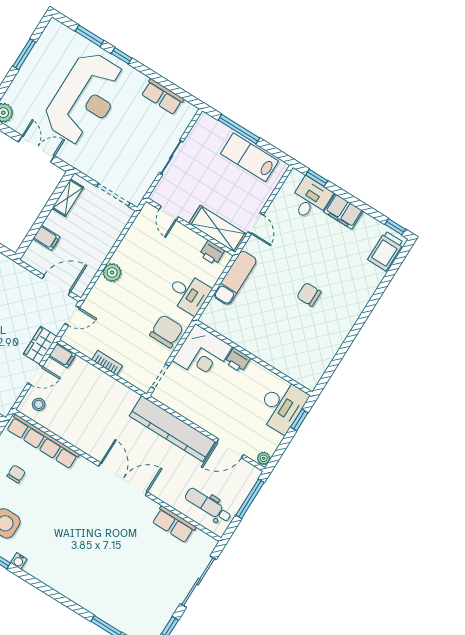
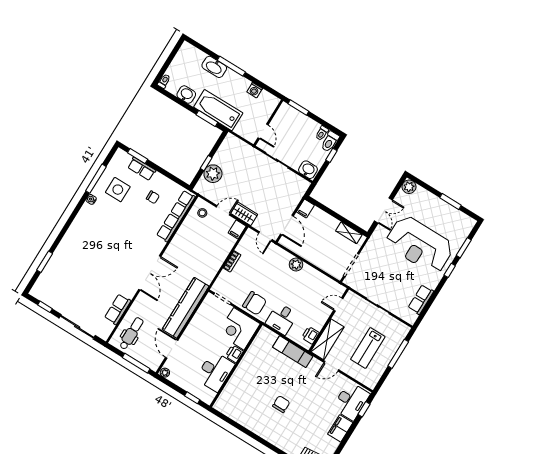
lab bench: (249, 157) -> (368, 348), moved, turned 180
desk: (310, 199) -> (351, 401), width x1.37
filing cabinet: (46, 238) -> (305, 209), moved
door: (35, 375) -> (223, 210), swing flipped
desk: (282, 406) -> (215, 371), moved, turned -90

